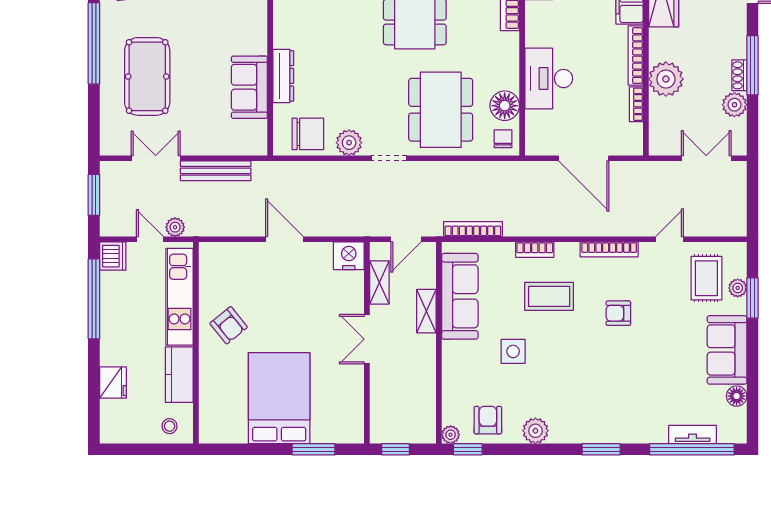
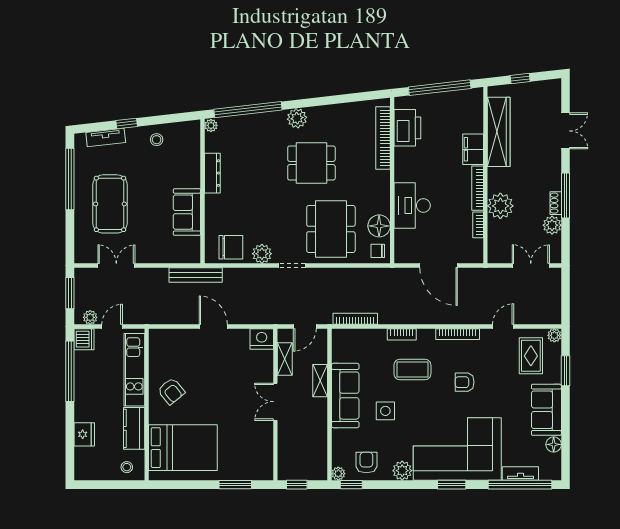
dresser: (283, 76) -> (212, 173), moved
chair: (503, 139) -> (378, 251), turned -90
bench: (216, 171) -> (196, 275), moved
plant: (175, 227) -> (90, 317), moved
door: (150, 239) -> (112, 326), hinge flipped
plant: (738, 288) -> (554, 335), moved
sofa: (460, 296) -> (345, 396), moved
bed: (279, 398) -> (183, 448), moved, turned 90
corner sofa: (608, 402) -> (457, 449), added

